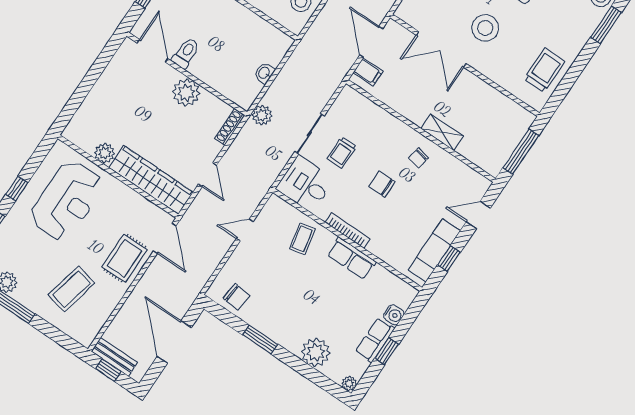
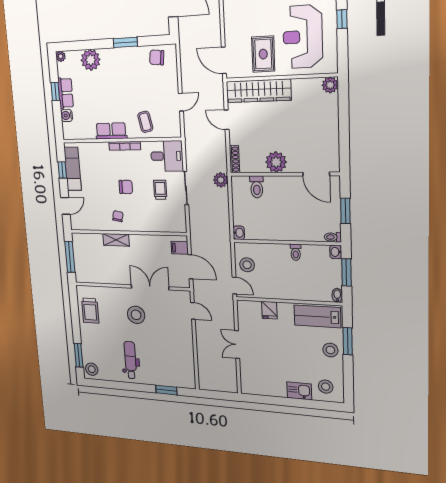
toilet: (186, 53) -> (257, 187), moved
washbasin: (264, 73) -> (239, 233), moved
plant: (105, 153) -> (330, 85), moved
rug: (125, 258) -> (263, 54), moved

